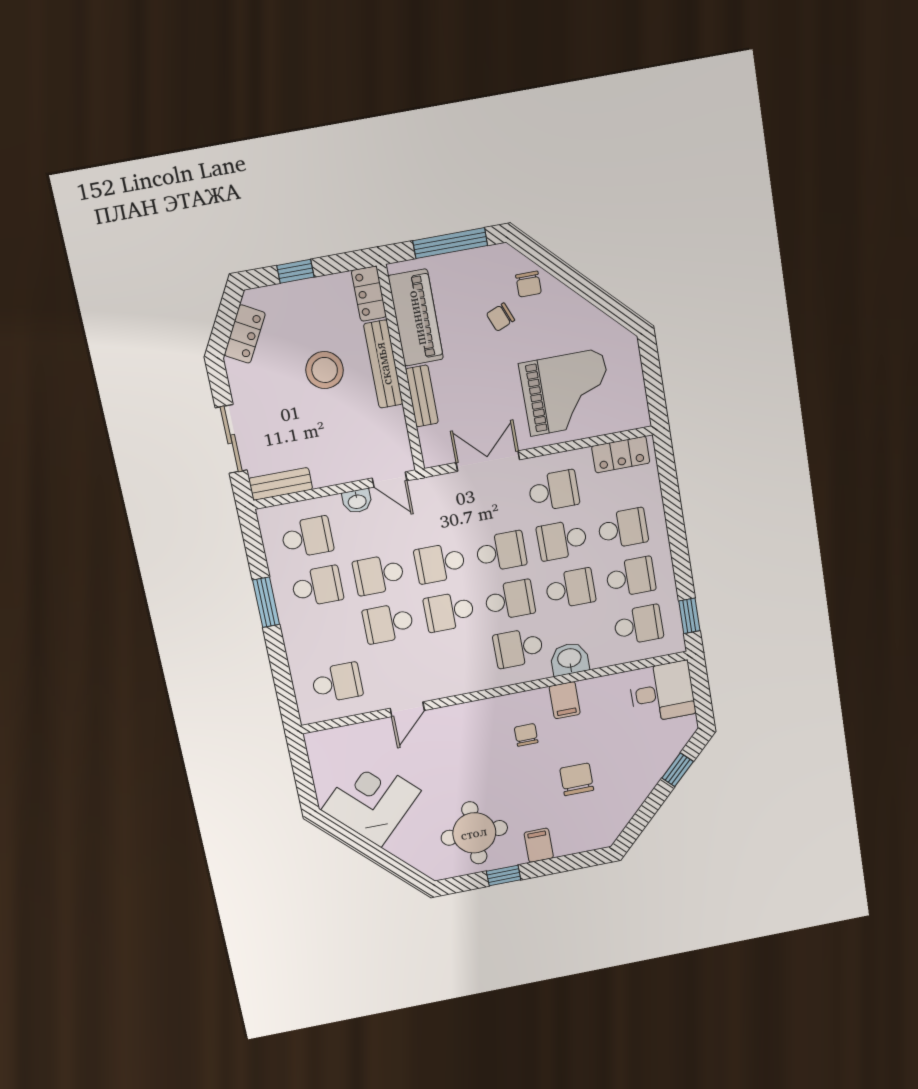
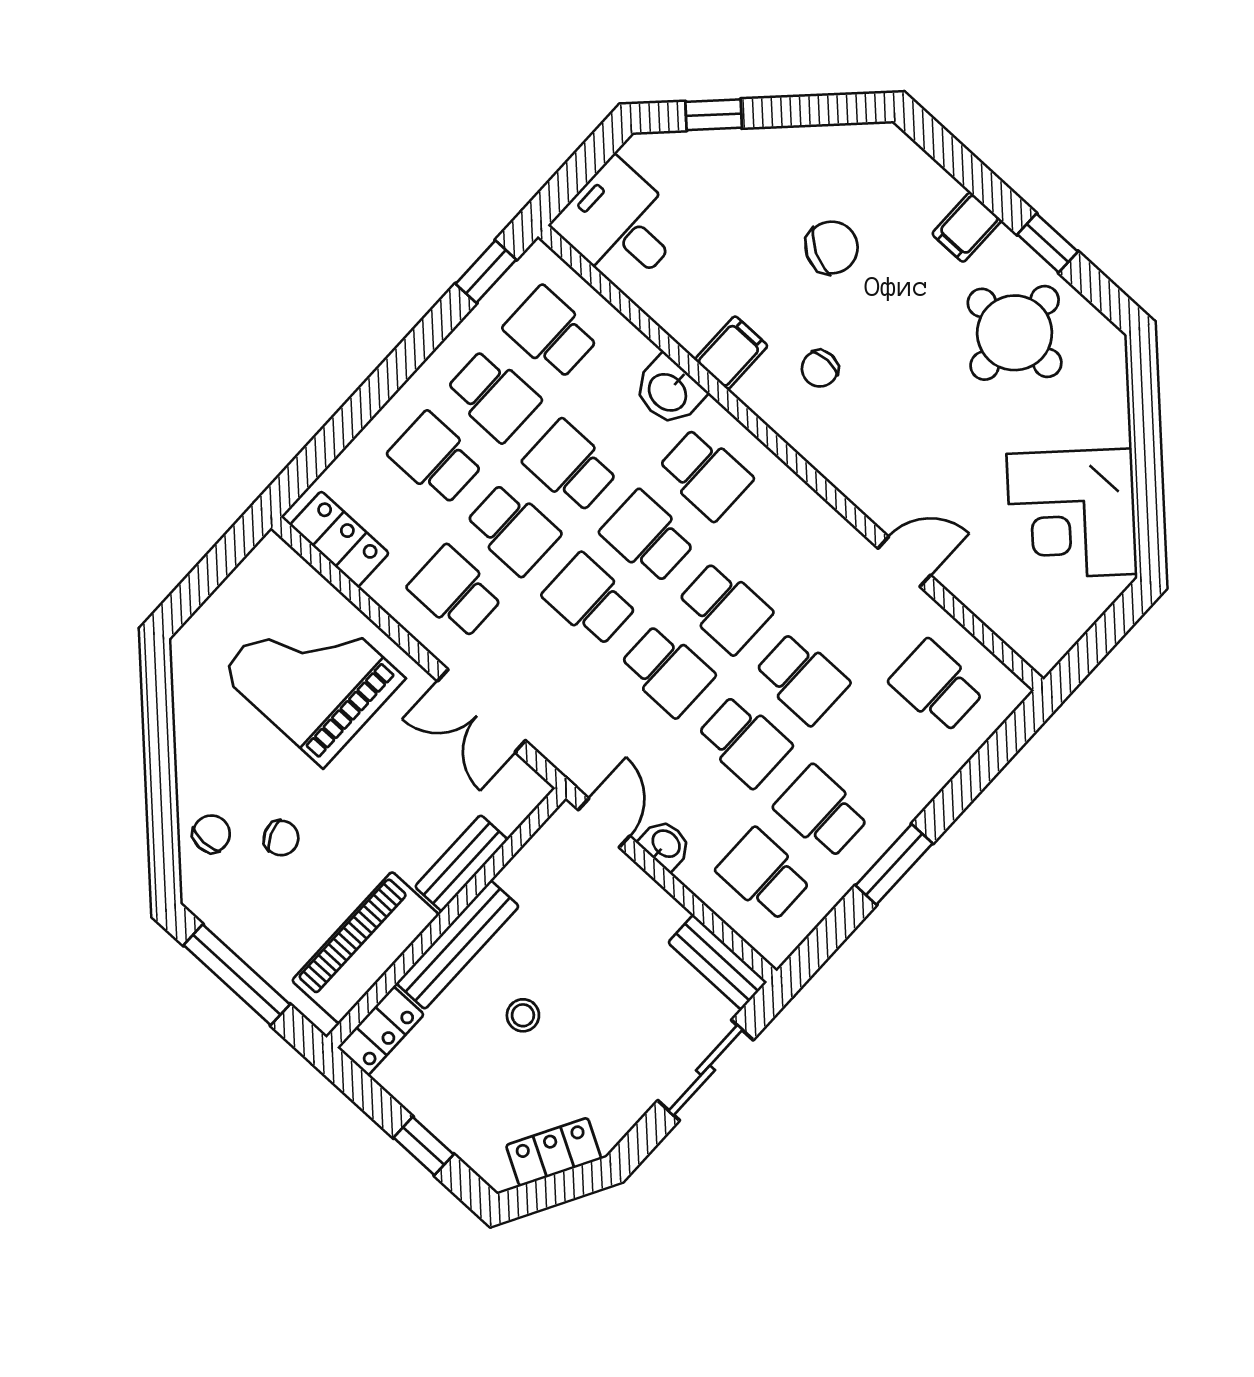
stool: (325, 370) -> (523, 1015), width x0.53, depth x0.53
school desk: (631, 577) -> (493, 396), turned 180
chair: (577, 779) -> (832, 248), turned -152

